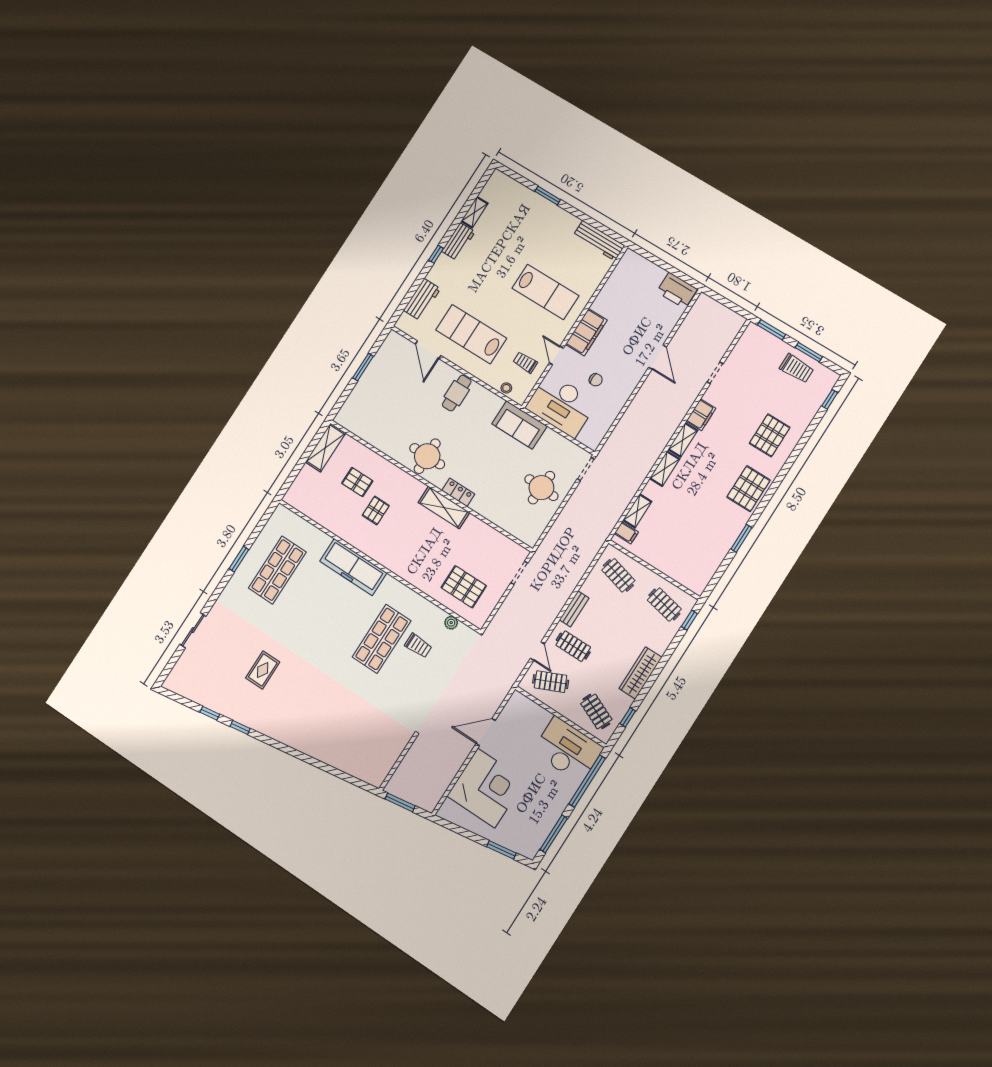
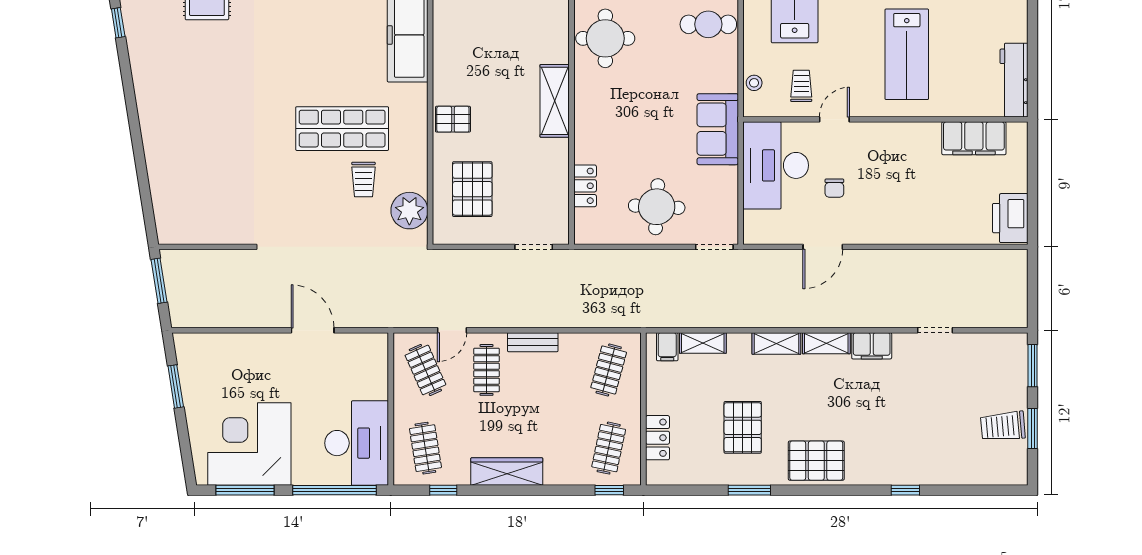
filing cabinet: (586, 332) -> (974, 138), moved
door: (657, 357) -> (823, 247), moved
trolley: (797, 368) -> (1003, 426), turned 85
window: (830, 399) -> (905, 490), moved
pallet: (770, 435) -> (743, 427), moved, turned 90
locker: (458, 492) -> (585, 186), moved
pallet: (376, 510) -> (453, 119), moved
locker: (676, 572) -> (658, 438), added
plant: (451, 623) -> (409, 211), width x1.87, depth x1.87
clothes rail: (596, 712) -> (425, 448), turned -33
corner desk: (486, 788) -> (249, 444), moved, turned 180
window: (501, 850) -> (176, 386), moved

